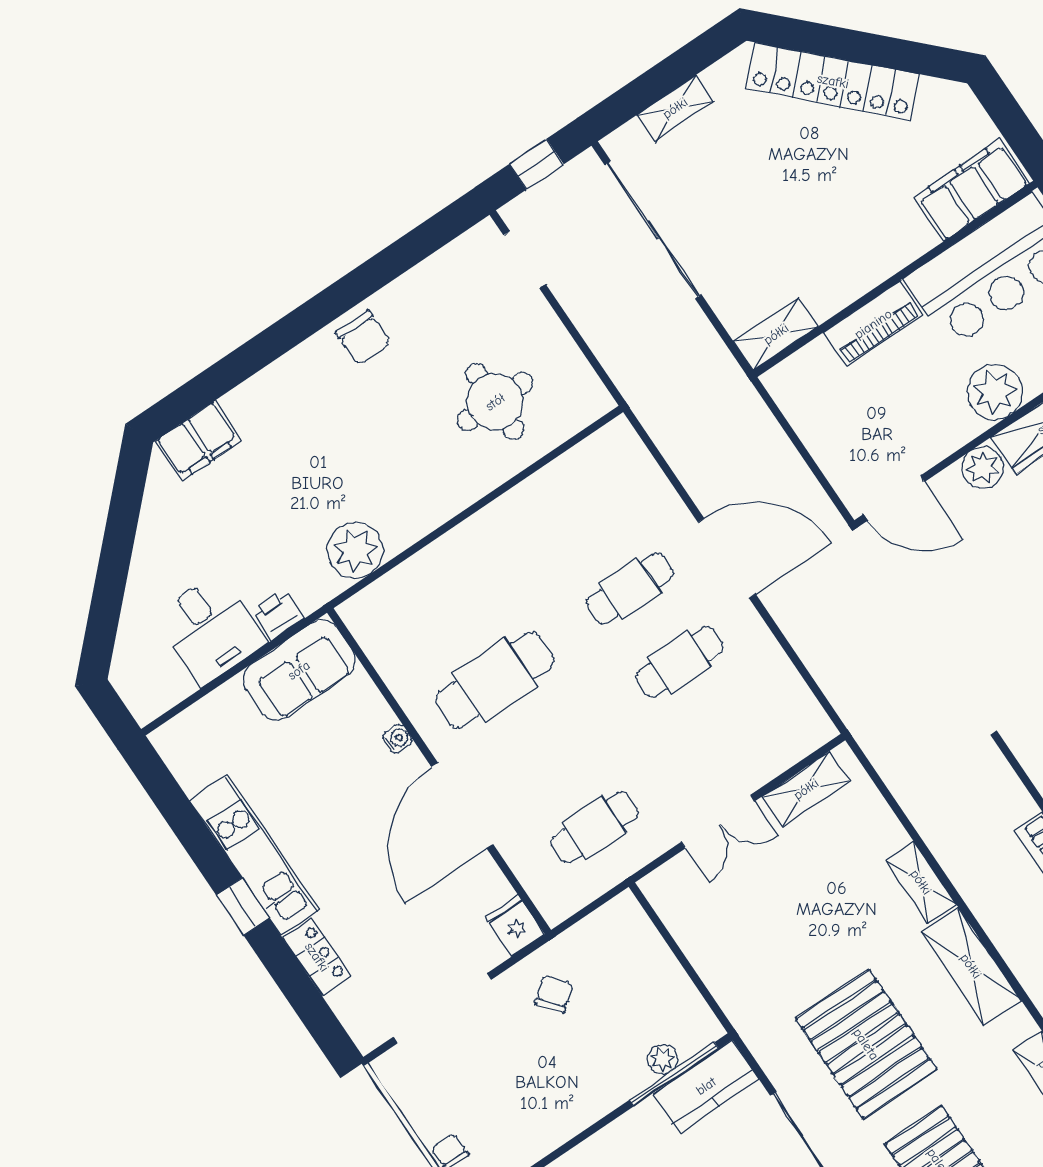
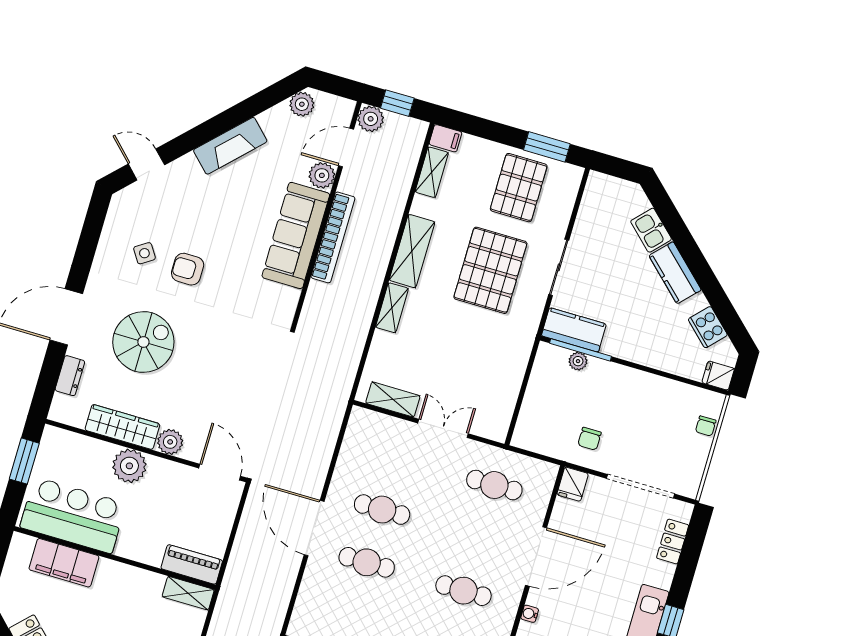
filing cabinet: (972, 190) -> (64, 563), moved
piano: (873, 324) -> (192, 564), moved
cafe table: (495, 680) -> (463, 591), width x0.73, depth x0.74
locker: (317, 957) -> (673, 542), moved
chair: (554, 994) -> (590, 439), turned -51

